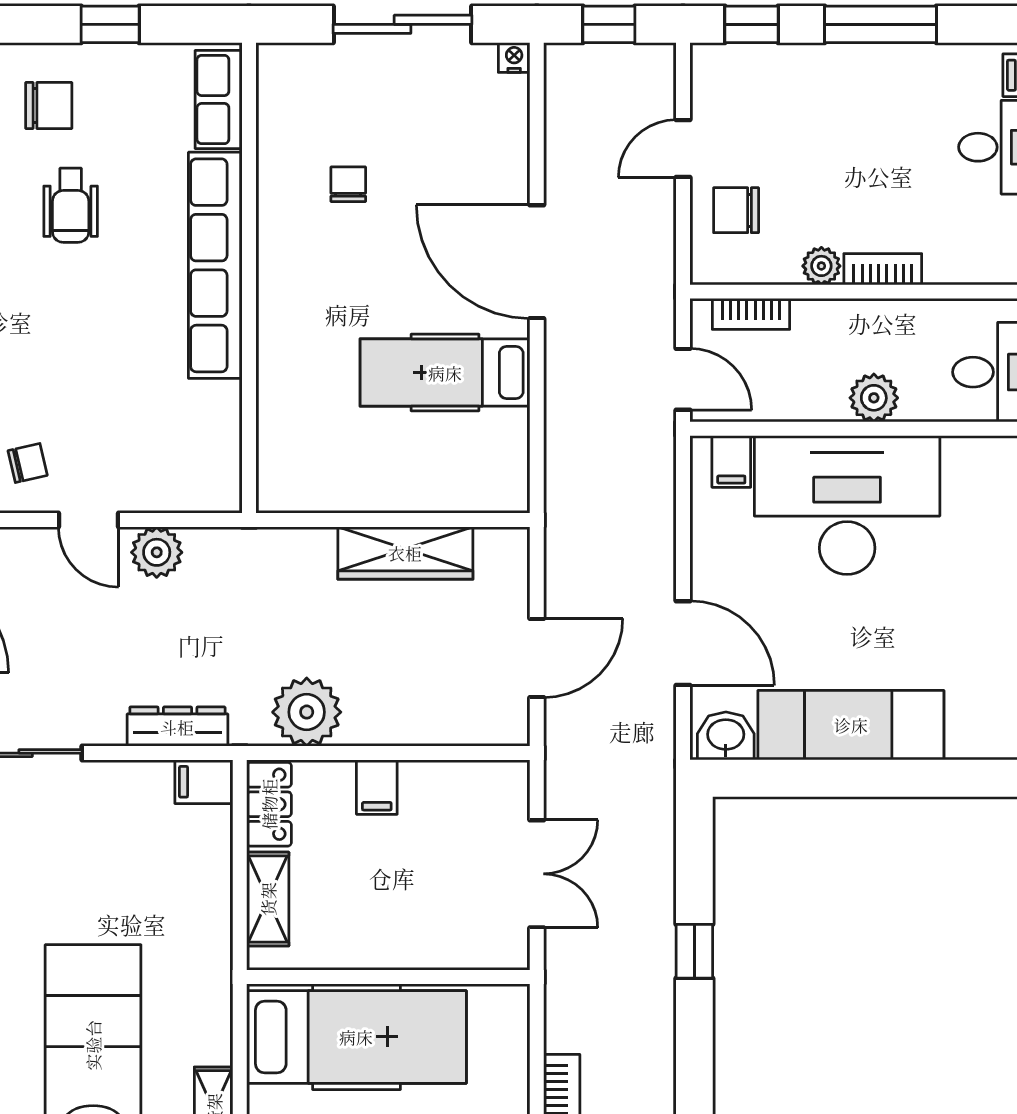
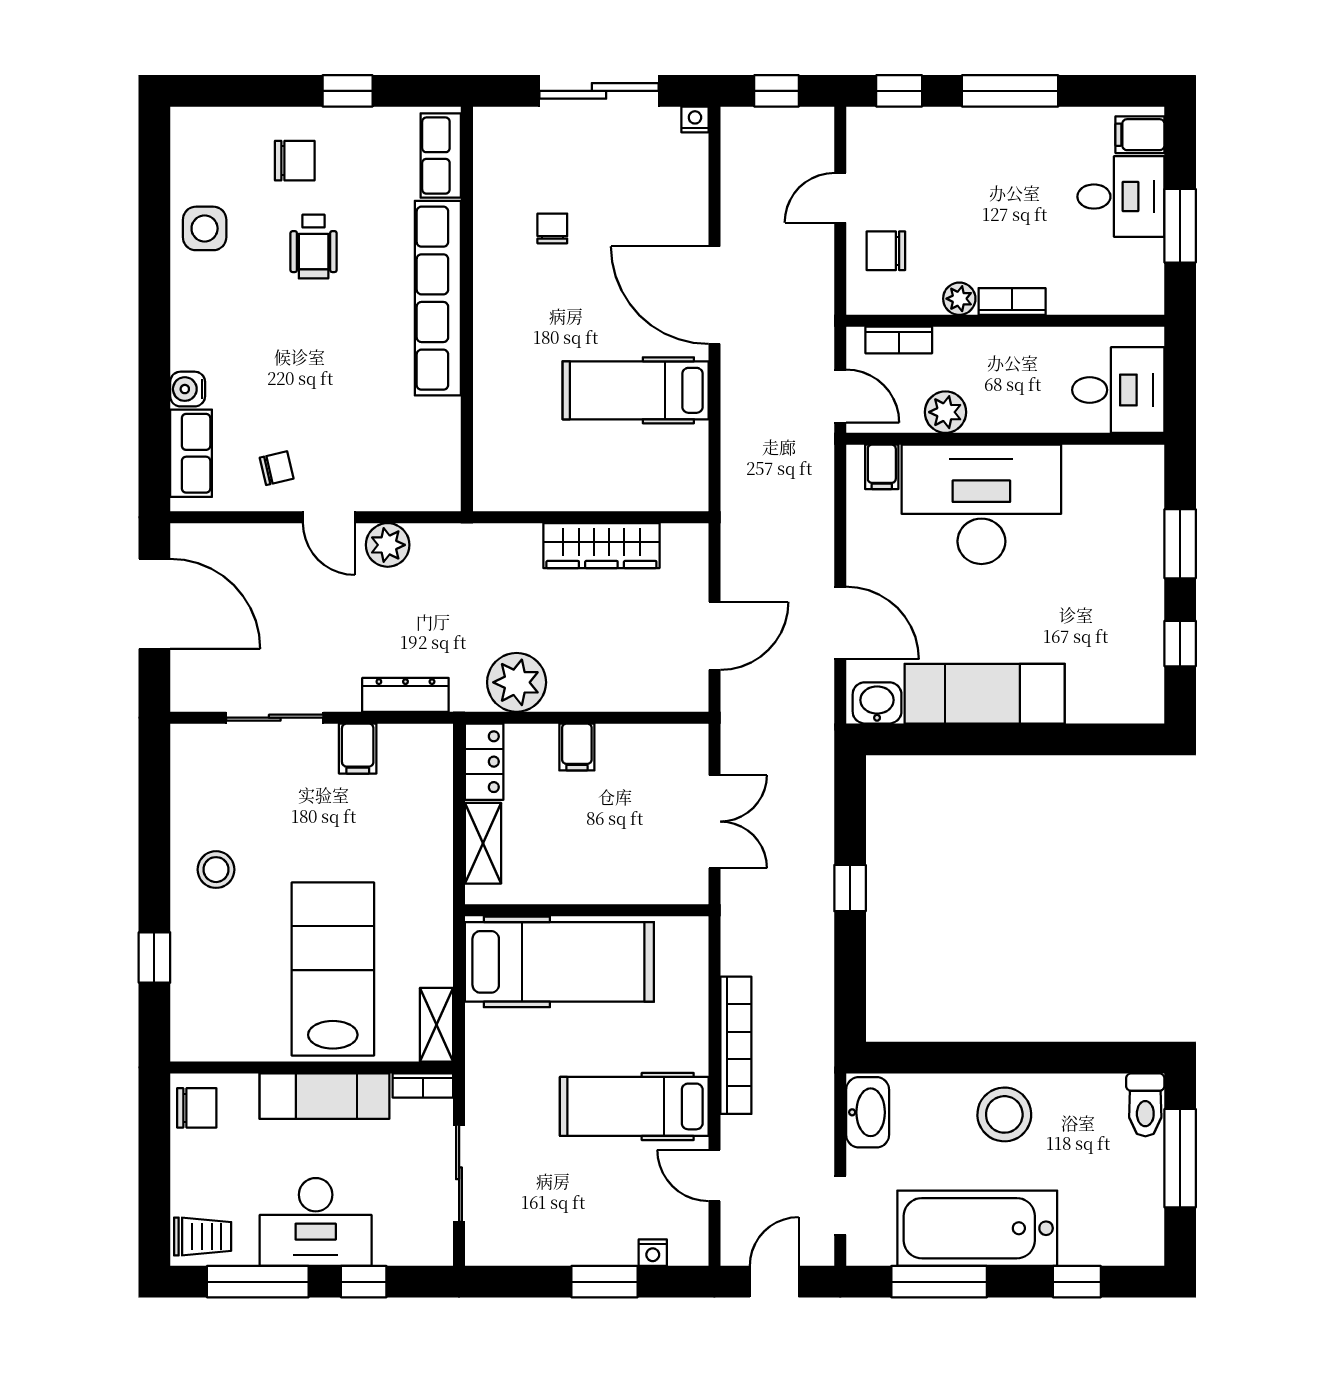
plant: (874, 398) -> (945, 412), moved
filing cabinet: (204, 782) -> (358, 749), moved, turned -90

